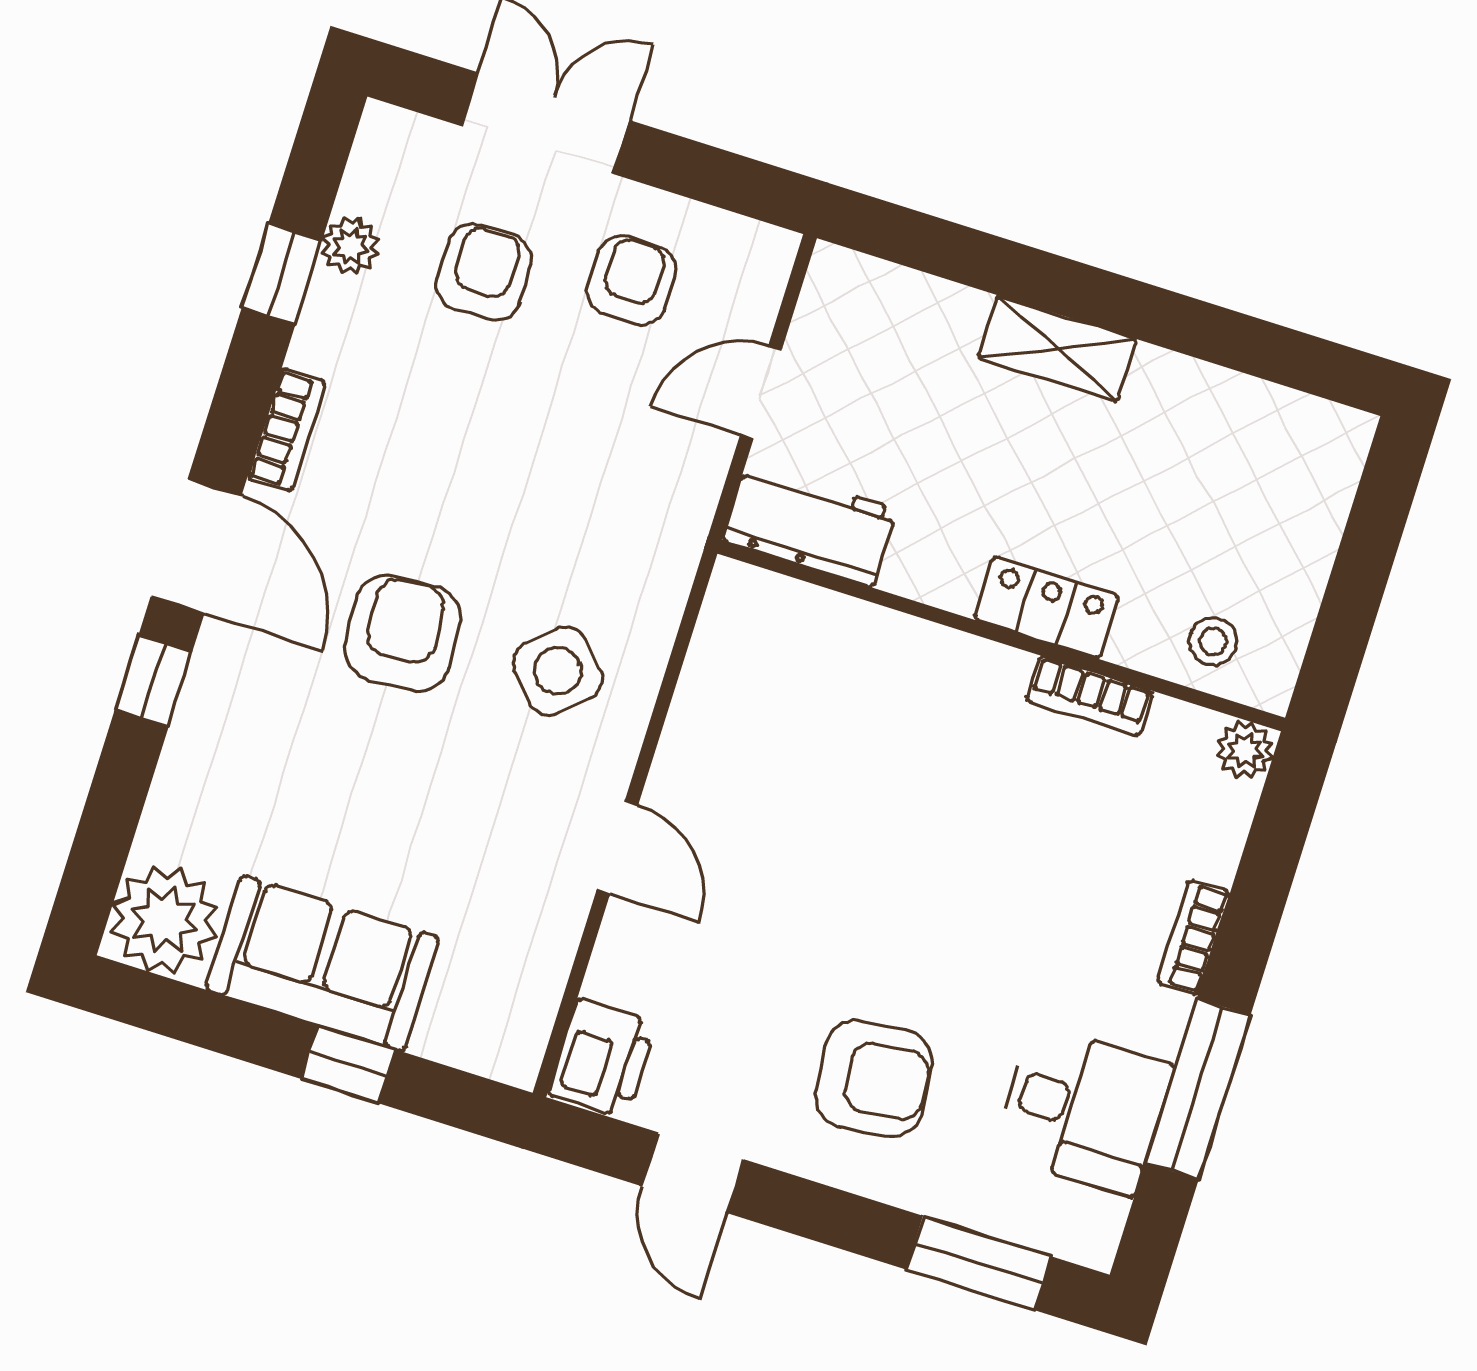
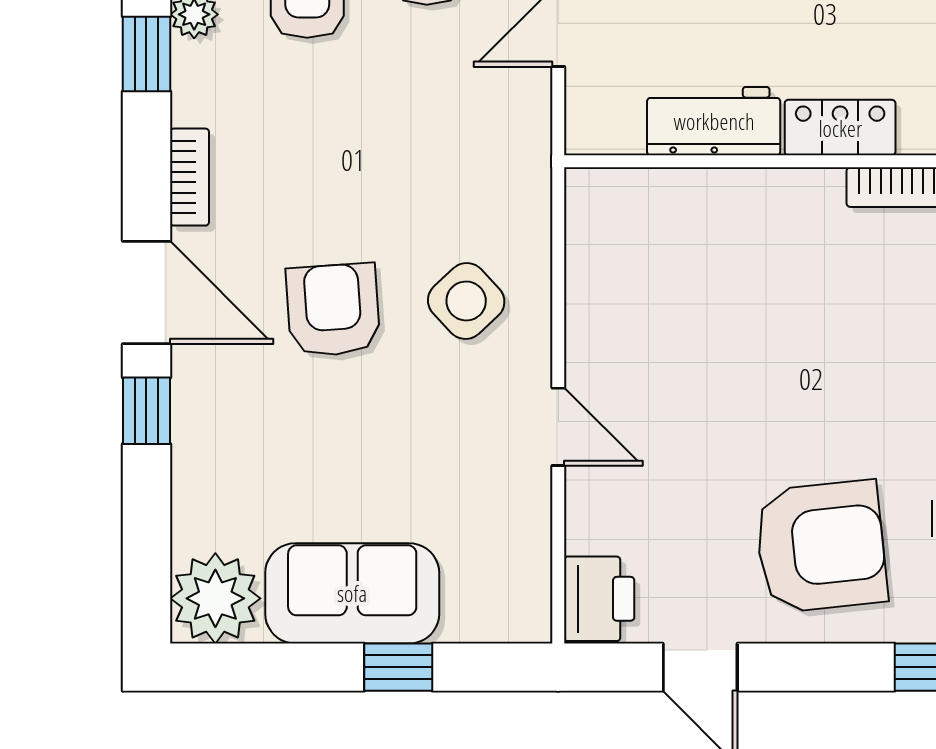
workbench: (810, 525) -> (714, 121), moved
armchair: (874, 1079) -> (821, 546), width x1.36, depth x1.36

